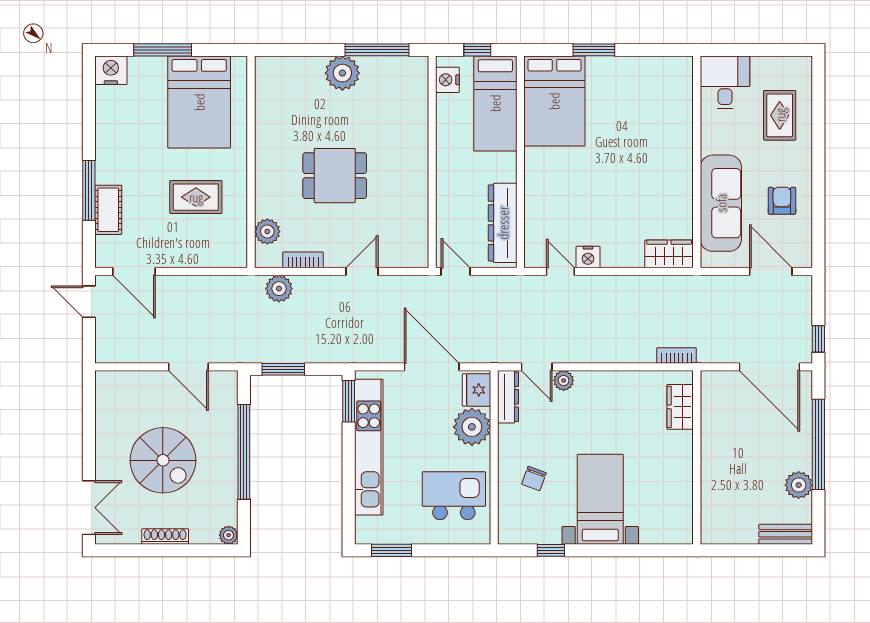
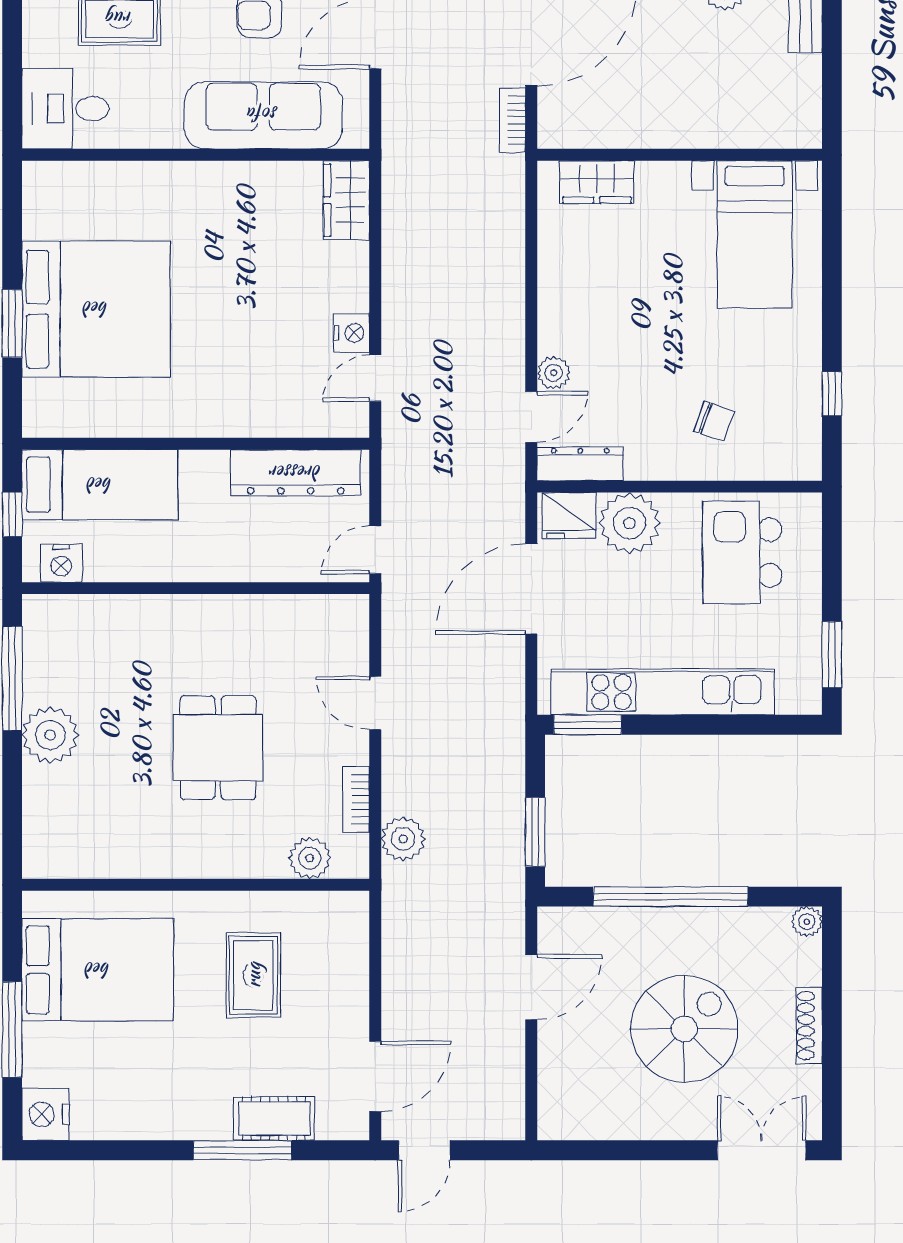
bed: (554, 101) -> (96, 309), moved, width x1.36
bookcase: (677, 355) -> (513, 120), moved
bed with nightstands: (600, 499) -> (755, 235), moved, turned -90

